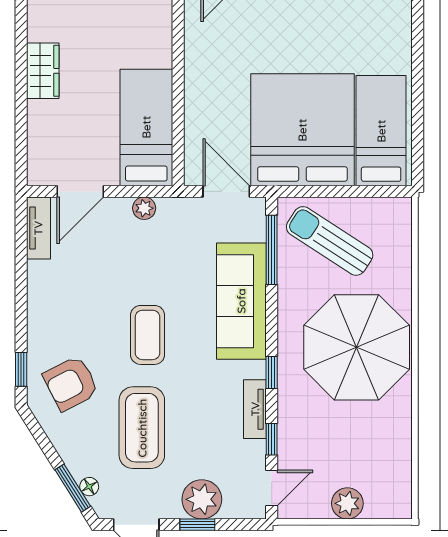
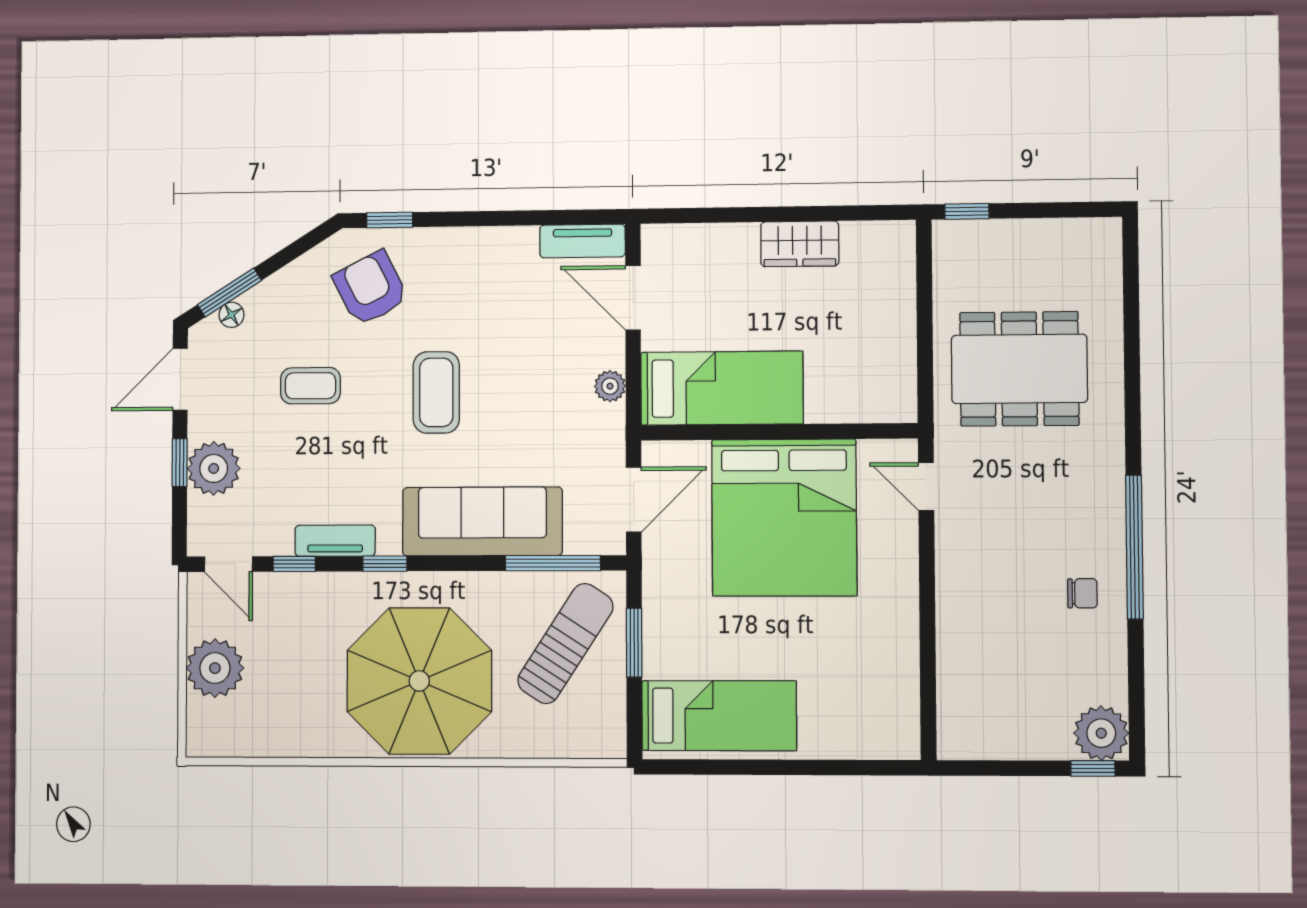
bed: (302, 130) -> (784, 518), moved, turned 90
window: (329, 191) -> (634, 643), added
coffee table: (148, 335) -> (436, 392), turned 90
coffee table: (142, 428) -> (310, 386), width x0.54, depth x0.58
plant: (347, 503) -> (215, 668), width x1.36, depth x1.36

